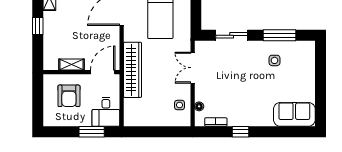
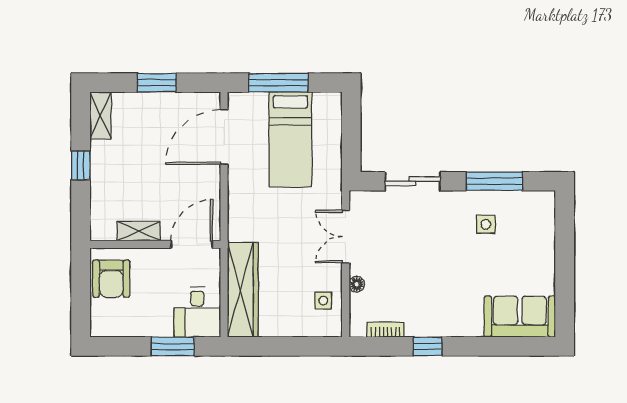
wardrobe: (132, 70) -> (243, 290), moved
armchair: (69, 96) -> (111, 279), moved
floor lamp: (199, 106) -> (357, 284), moved

